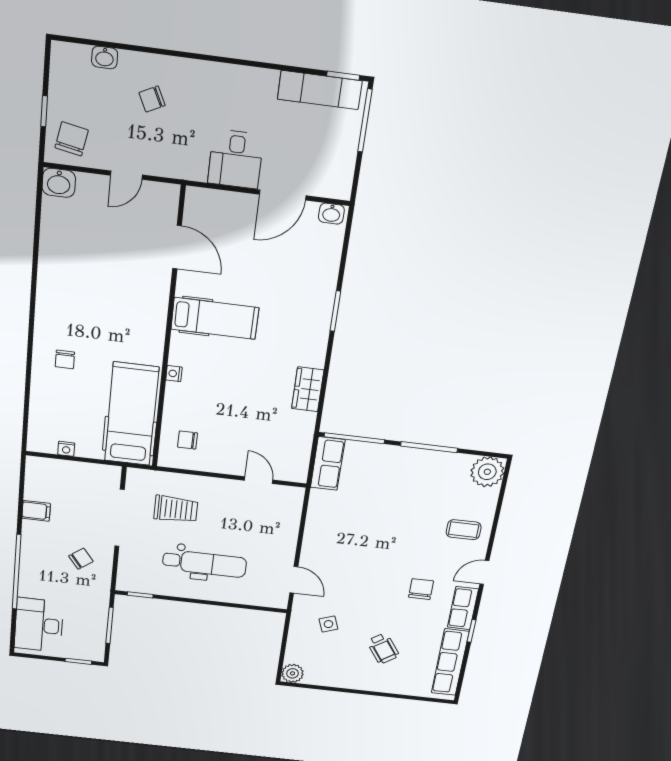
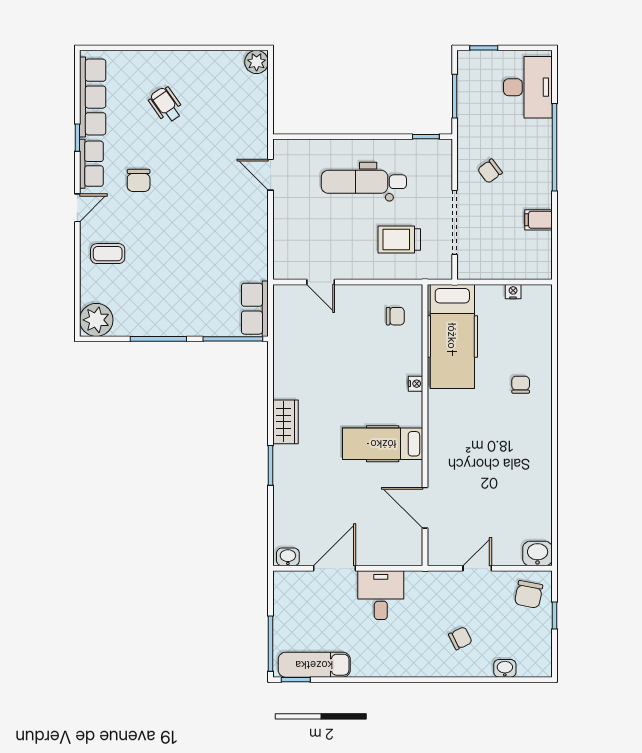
wardrobe: (308, 389) -> (285, 422), moved
side table: (328, 624) -> (227, 127), removed

